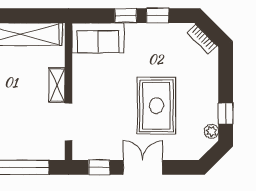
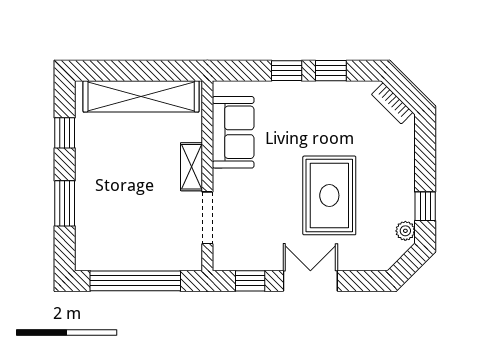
sofa: (98, 38) -> (233, 132), moved, turned -90

